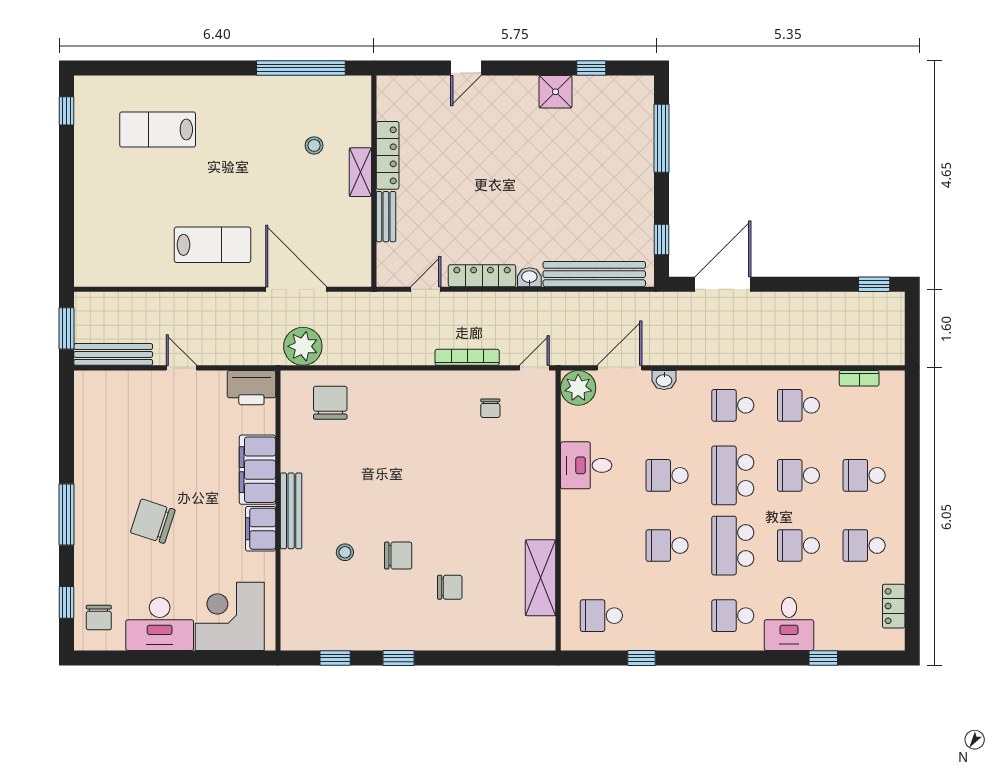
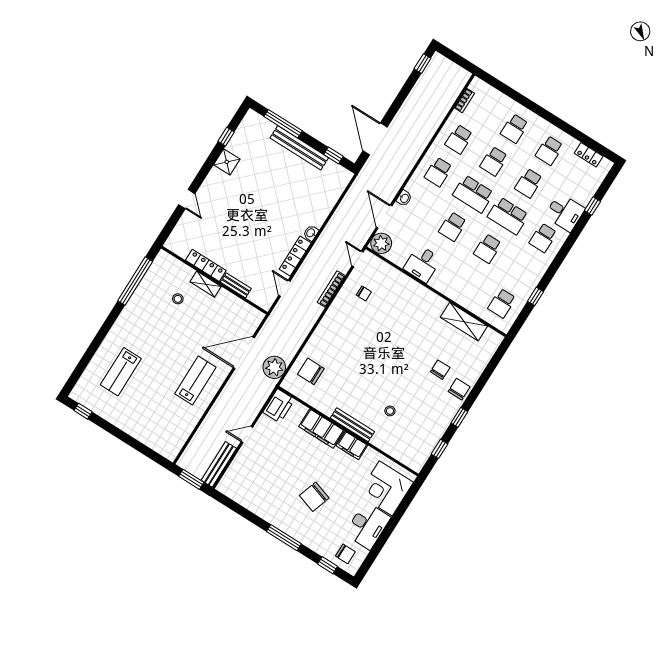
bench: (594, 274) -> (299, 148), moved, turned 90
chair: (398, 556) -> (459, 389), moved

